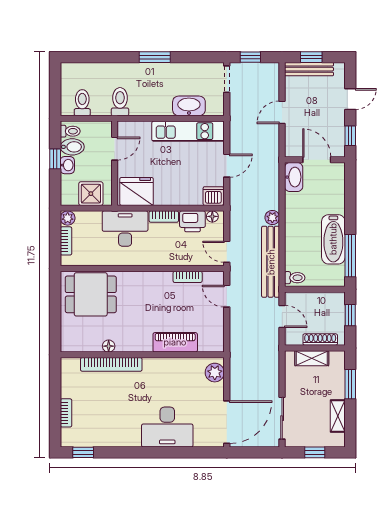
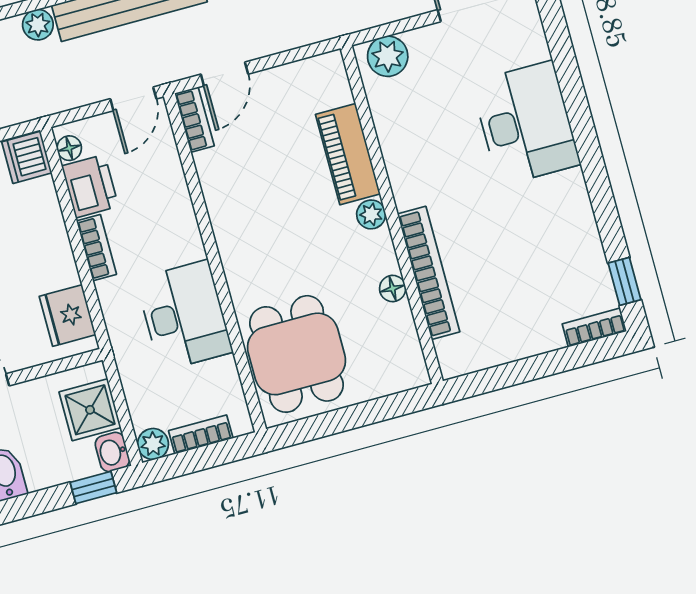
window: (55, 159) -> (93, 488), moved
washbasin: (67, 165) -> (112, 452), moved, turned -90
fridge: (136, 191) -> (67, 316), width x0.73, depth x0.75
desk: (125, 229) -> (184, 315), moved, turned 180
bookcase: (188, 277) -> (194, 120), moved
plant: (145, 345) -> (371, 214), added
bookcase: (66, 413) -> (594, 328), moved

